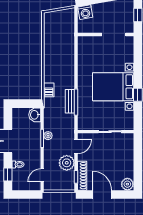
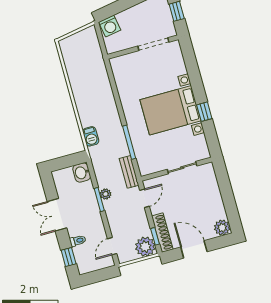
bench: (70, 101) -> (129, 172), moved
plant: (67, 163) -> (145, 247), moved

